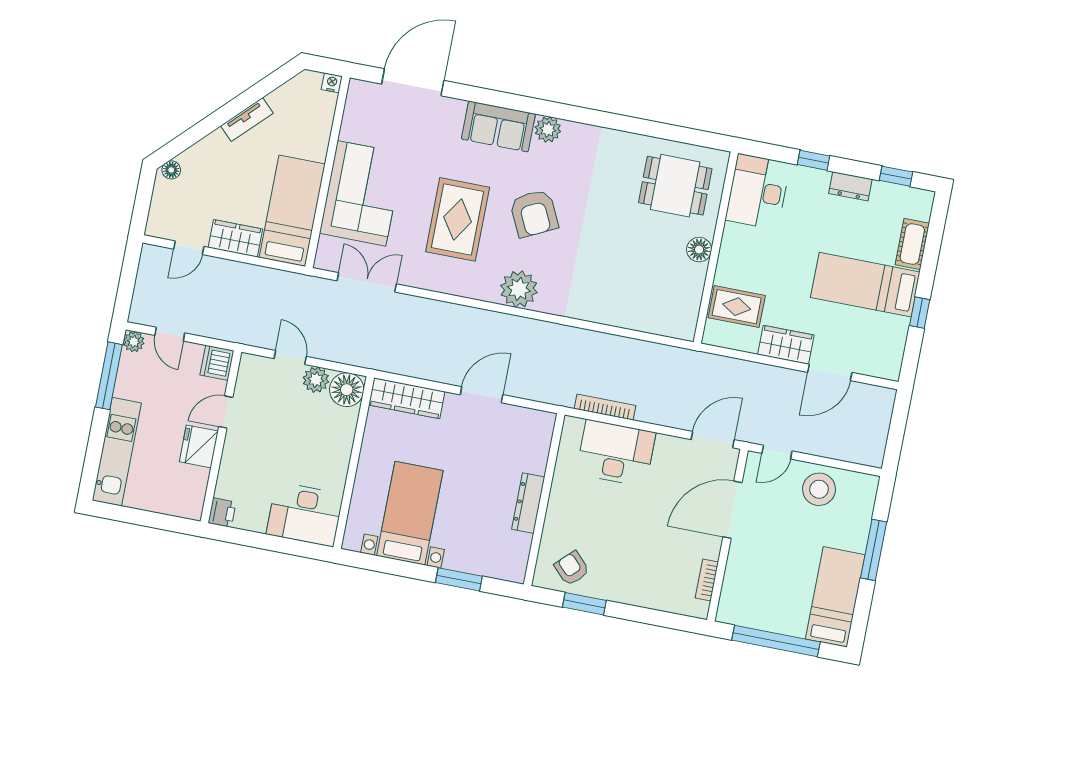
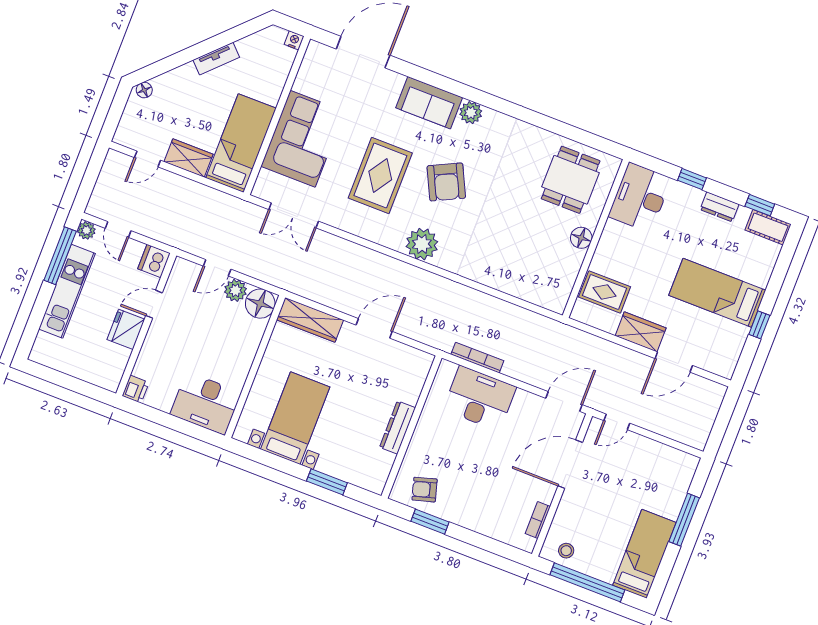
dining table: (675, 186) -> (571, 180), turned 90
cot: (912, 244) -> (768, 227), moved, turned 90
double door: (367, 282) -> (294, 215), swing flipped
door: (290, 358) -> (217, 268), swing flipped
kitchen unit: (117, 452) -> (67, 291), moved
stool: (819, 489) -> (566, 551), moved, width x0.53, depth x0.53
armchair: (572, 568) -> (425, 490), turned -62

